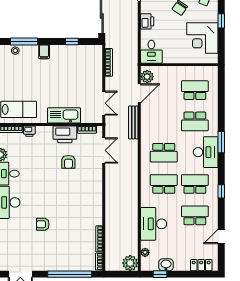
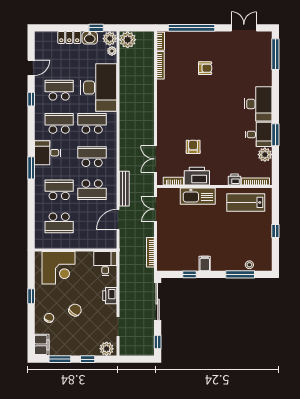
corner desk: (202, 38) -> (59, 268), moved, turned 90
filing cabinet: (44, 52) -> (205, 263), moved
plant: (147, 77) -> (110, 39), moved
school desk: (164, 121) -> (92, 190), added
desk: (206, 152) -> (48, 153), width x0.73
school desk: (164, 184) -> (92, 123), turned 180
school desk: (195, 184) -> (59, 123), turned 180
window: (221, 191) -> (31, 99), moved
school desk: (195, 215) -> (59, 90), turned 180
armchair: (43, 224) -> (205, 68), moved
desk: (154, 224) -> (99, 88), width x1.36, depth x1.30
locker: (201, 265) -> (69, 37), moved

